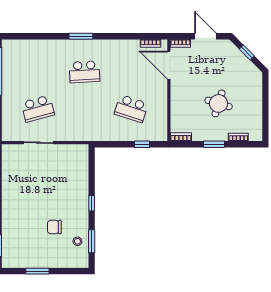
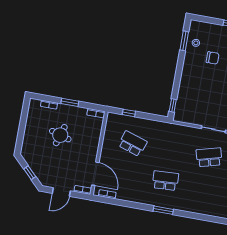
door: (205, 36) -> (61, 192), hinge flipped
window: (92, 203) -> (173, 105), moved

